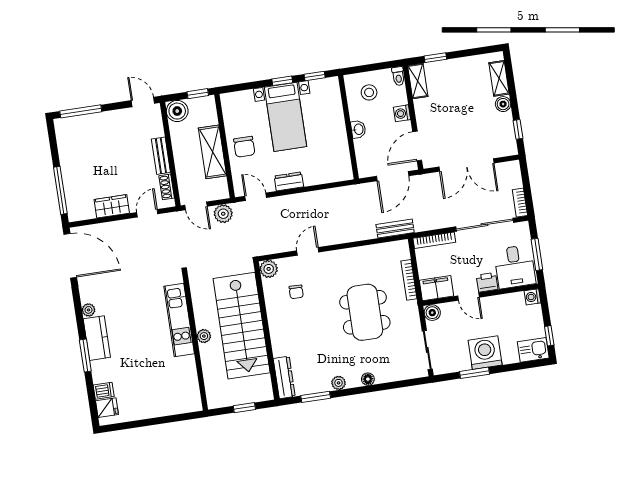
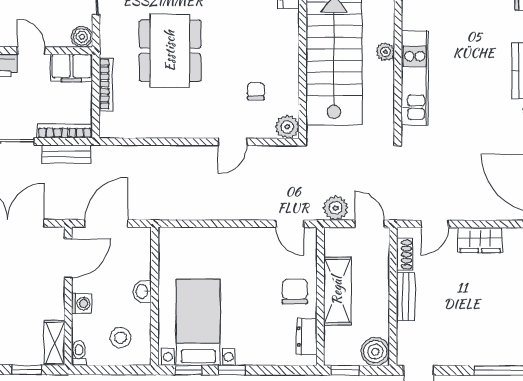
bed with nightstands: (285, 117) -> (198, 322), moved
dresser: (289, 181) -> (307, 337), moved, turned 90
bench: (395, 229) -> (66, 154), moved

